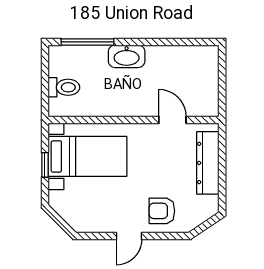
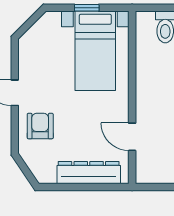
door: (172, 120) -> (132, 137), swing flipped

